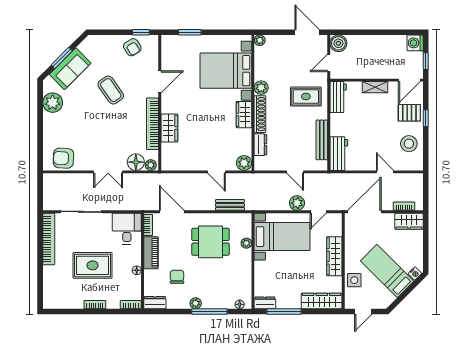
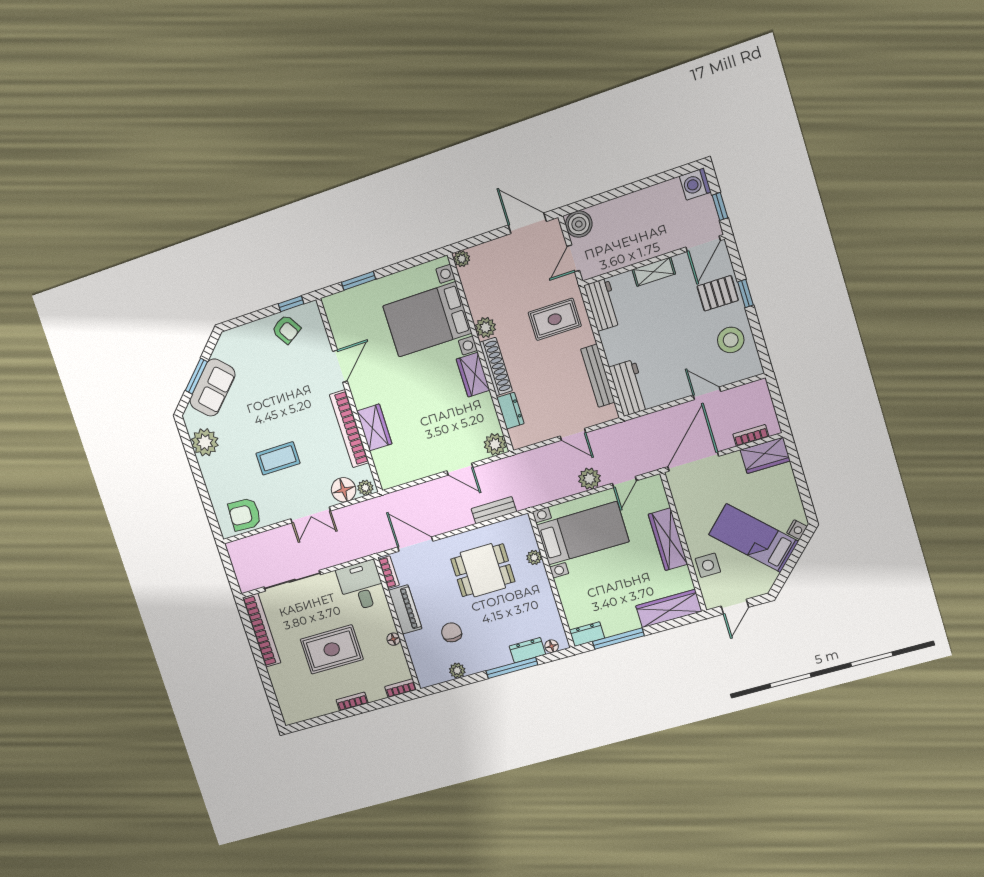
coffee table: (111, 90) -> (278, 458), moved, turned -55
dresser: (155, 303) -> (527, 650), moved
plant: (196, 303) -> (457, 671), moved

